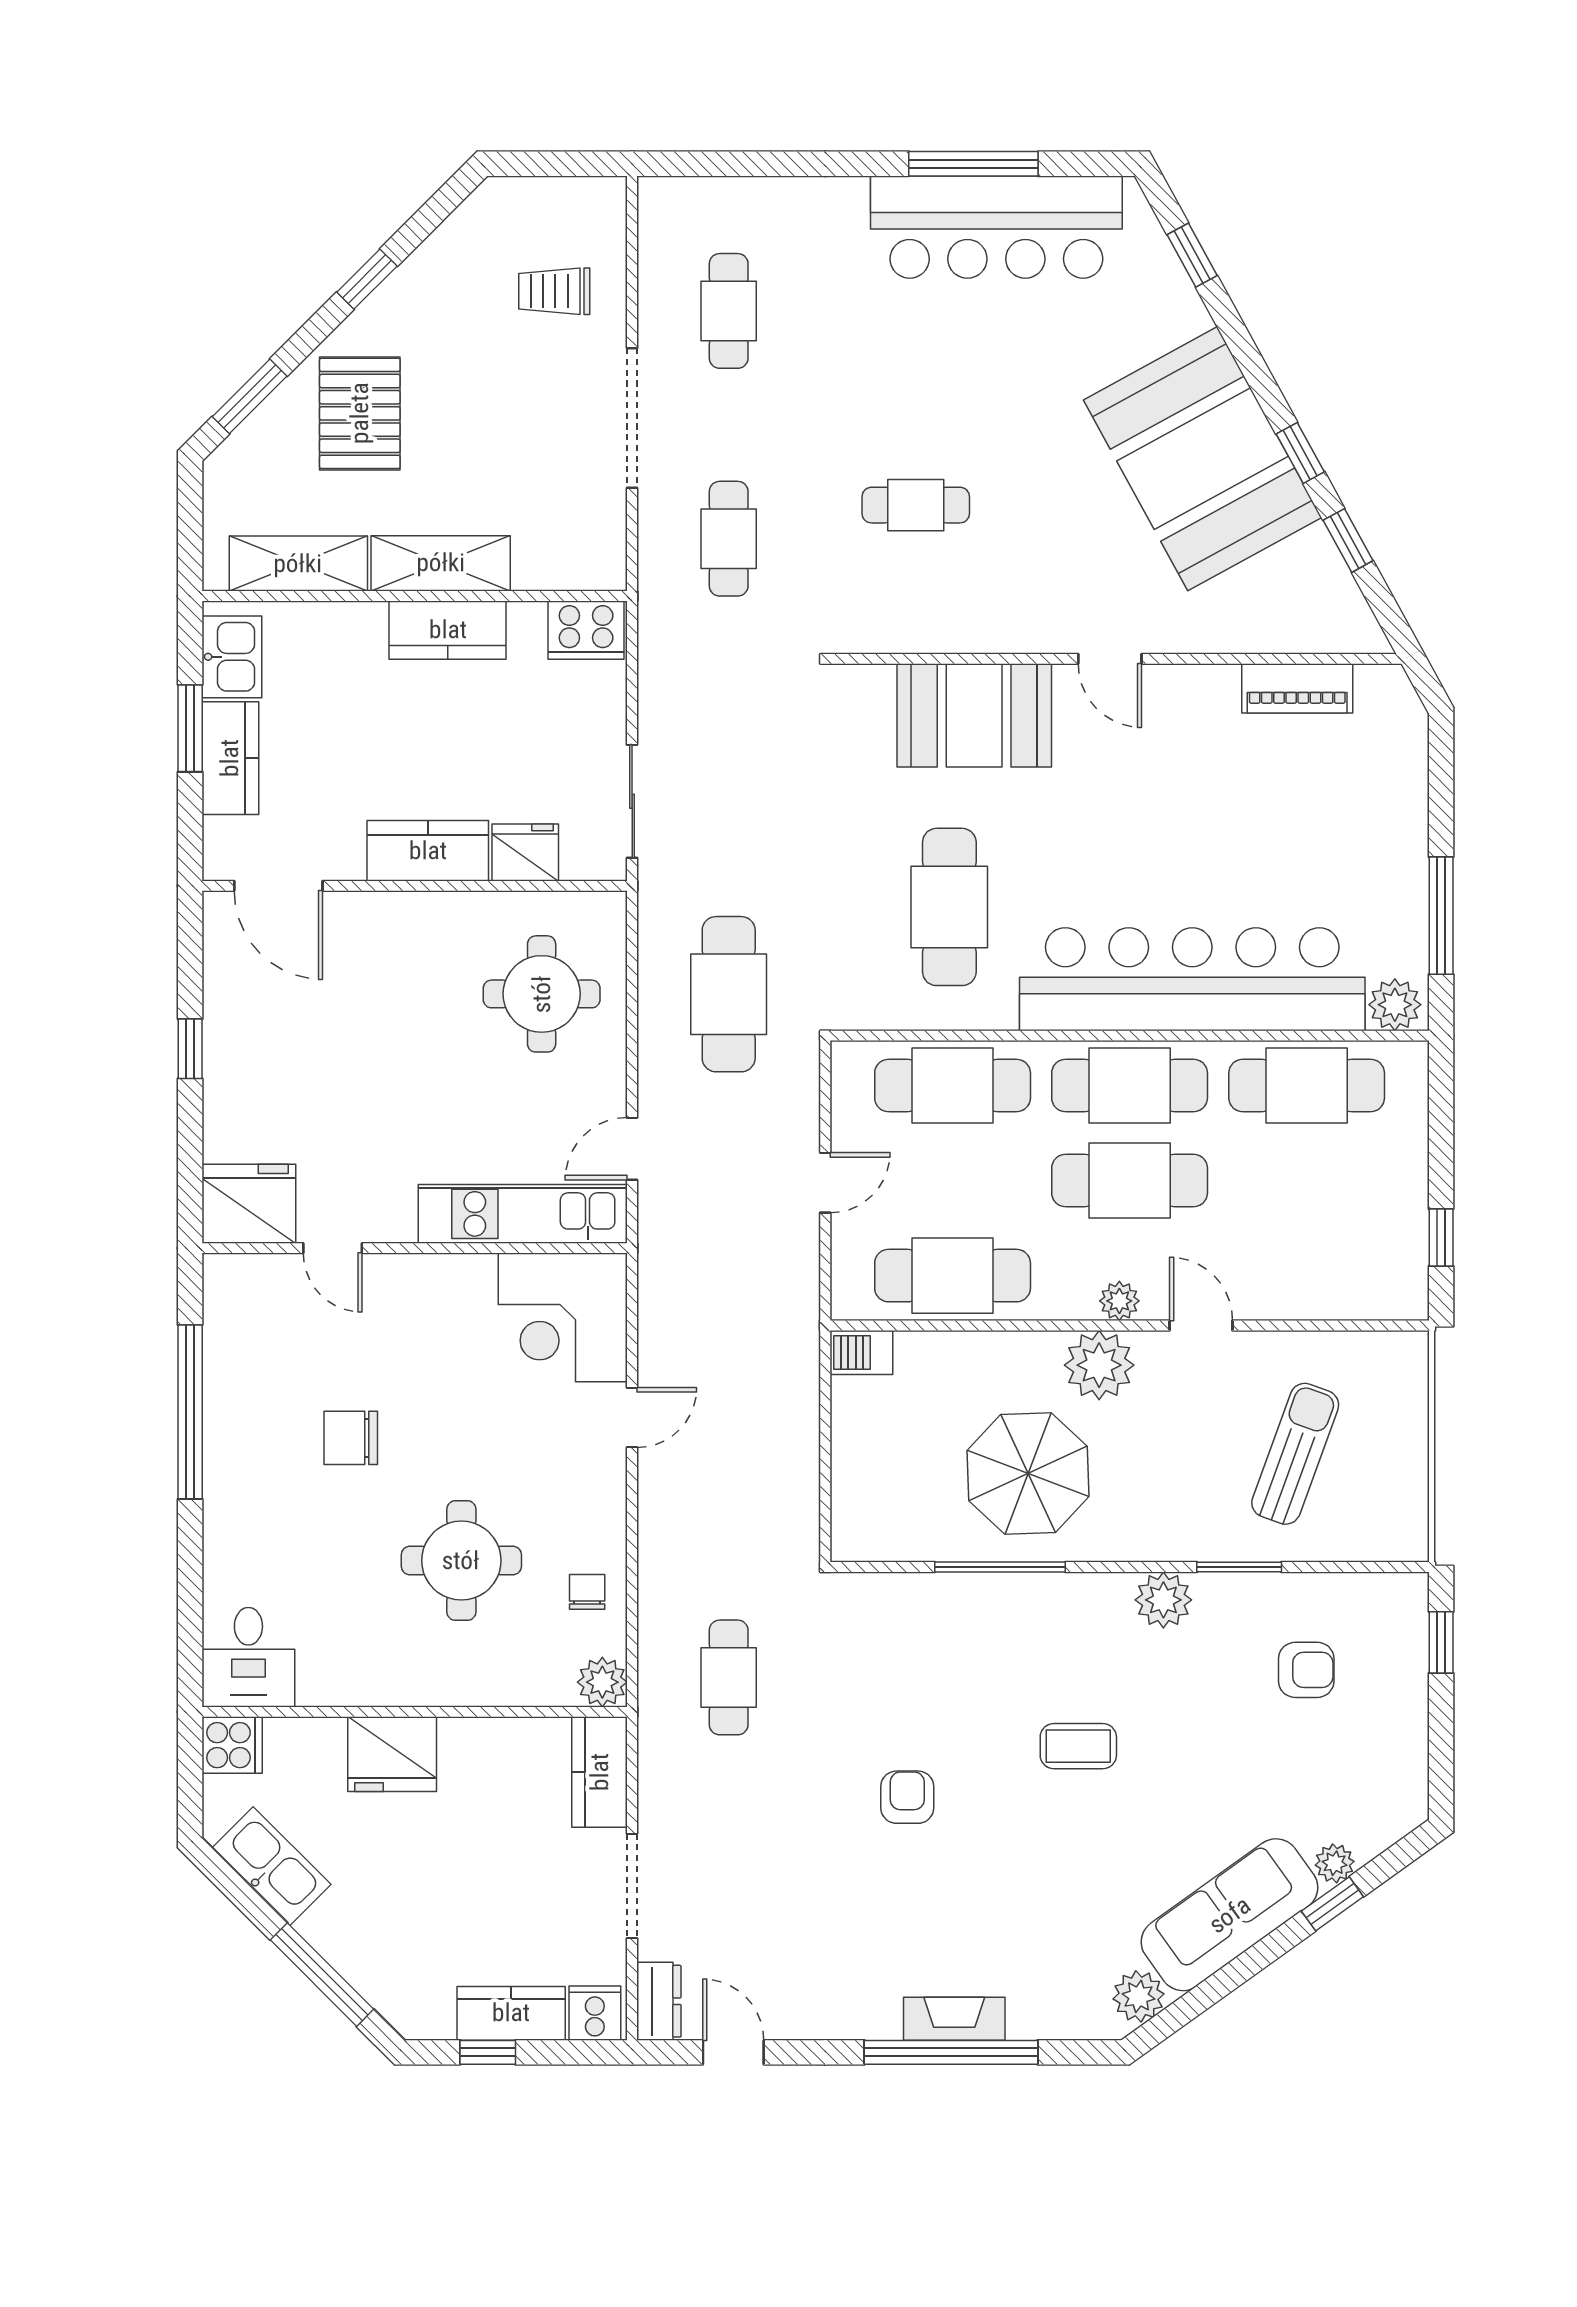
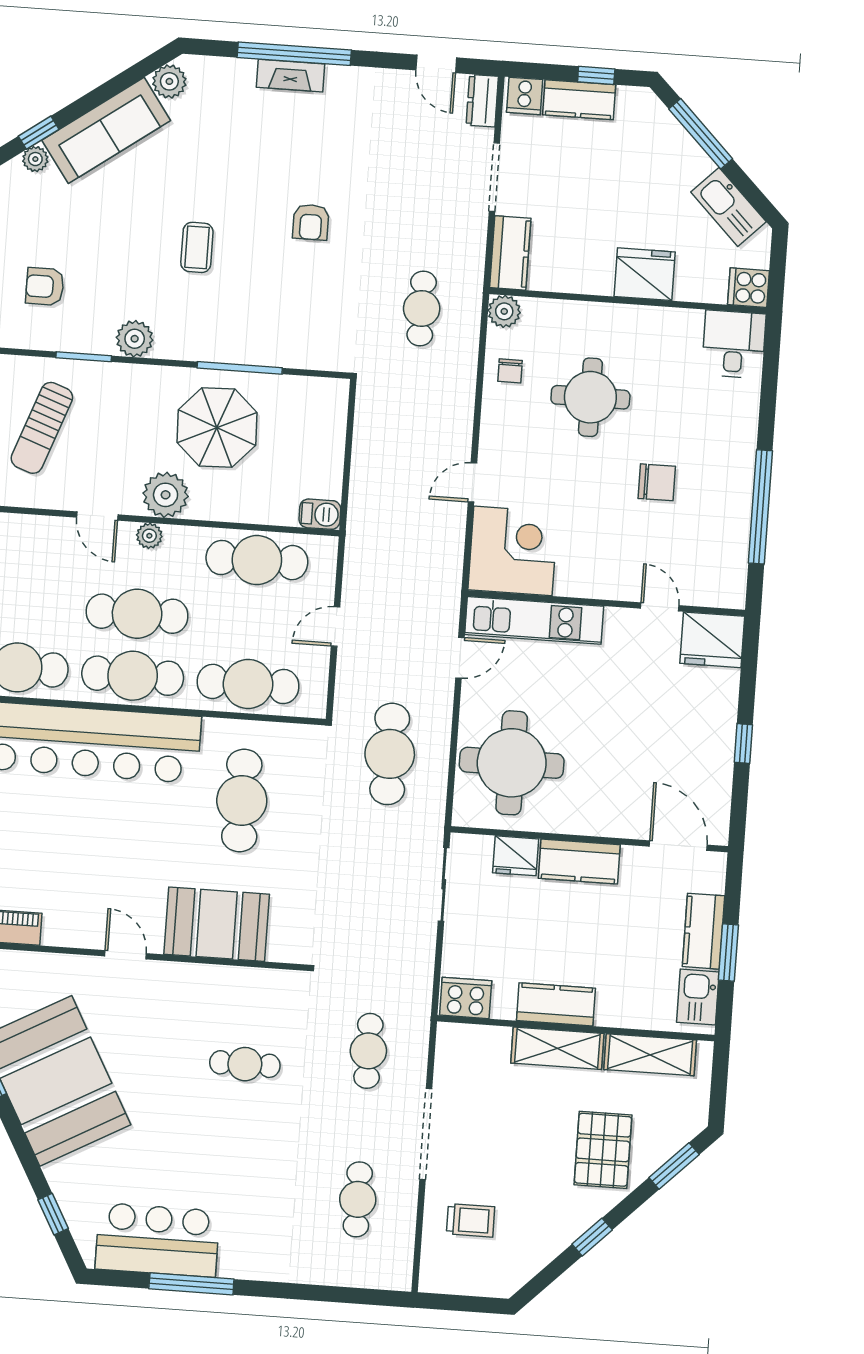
bar counter: (996, 227) -> (157, 1240), width x0.73
round table: (542, 994) -> (512, 763), width x1.36, depth x1.36
coffee table: (1078, 1746) -> (197, 247), turned 90

